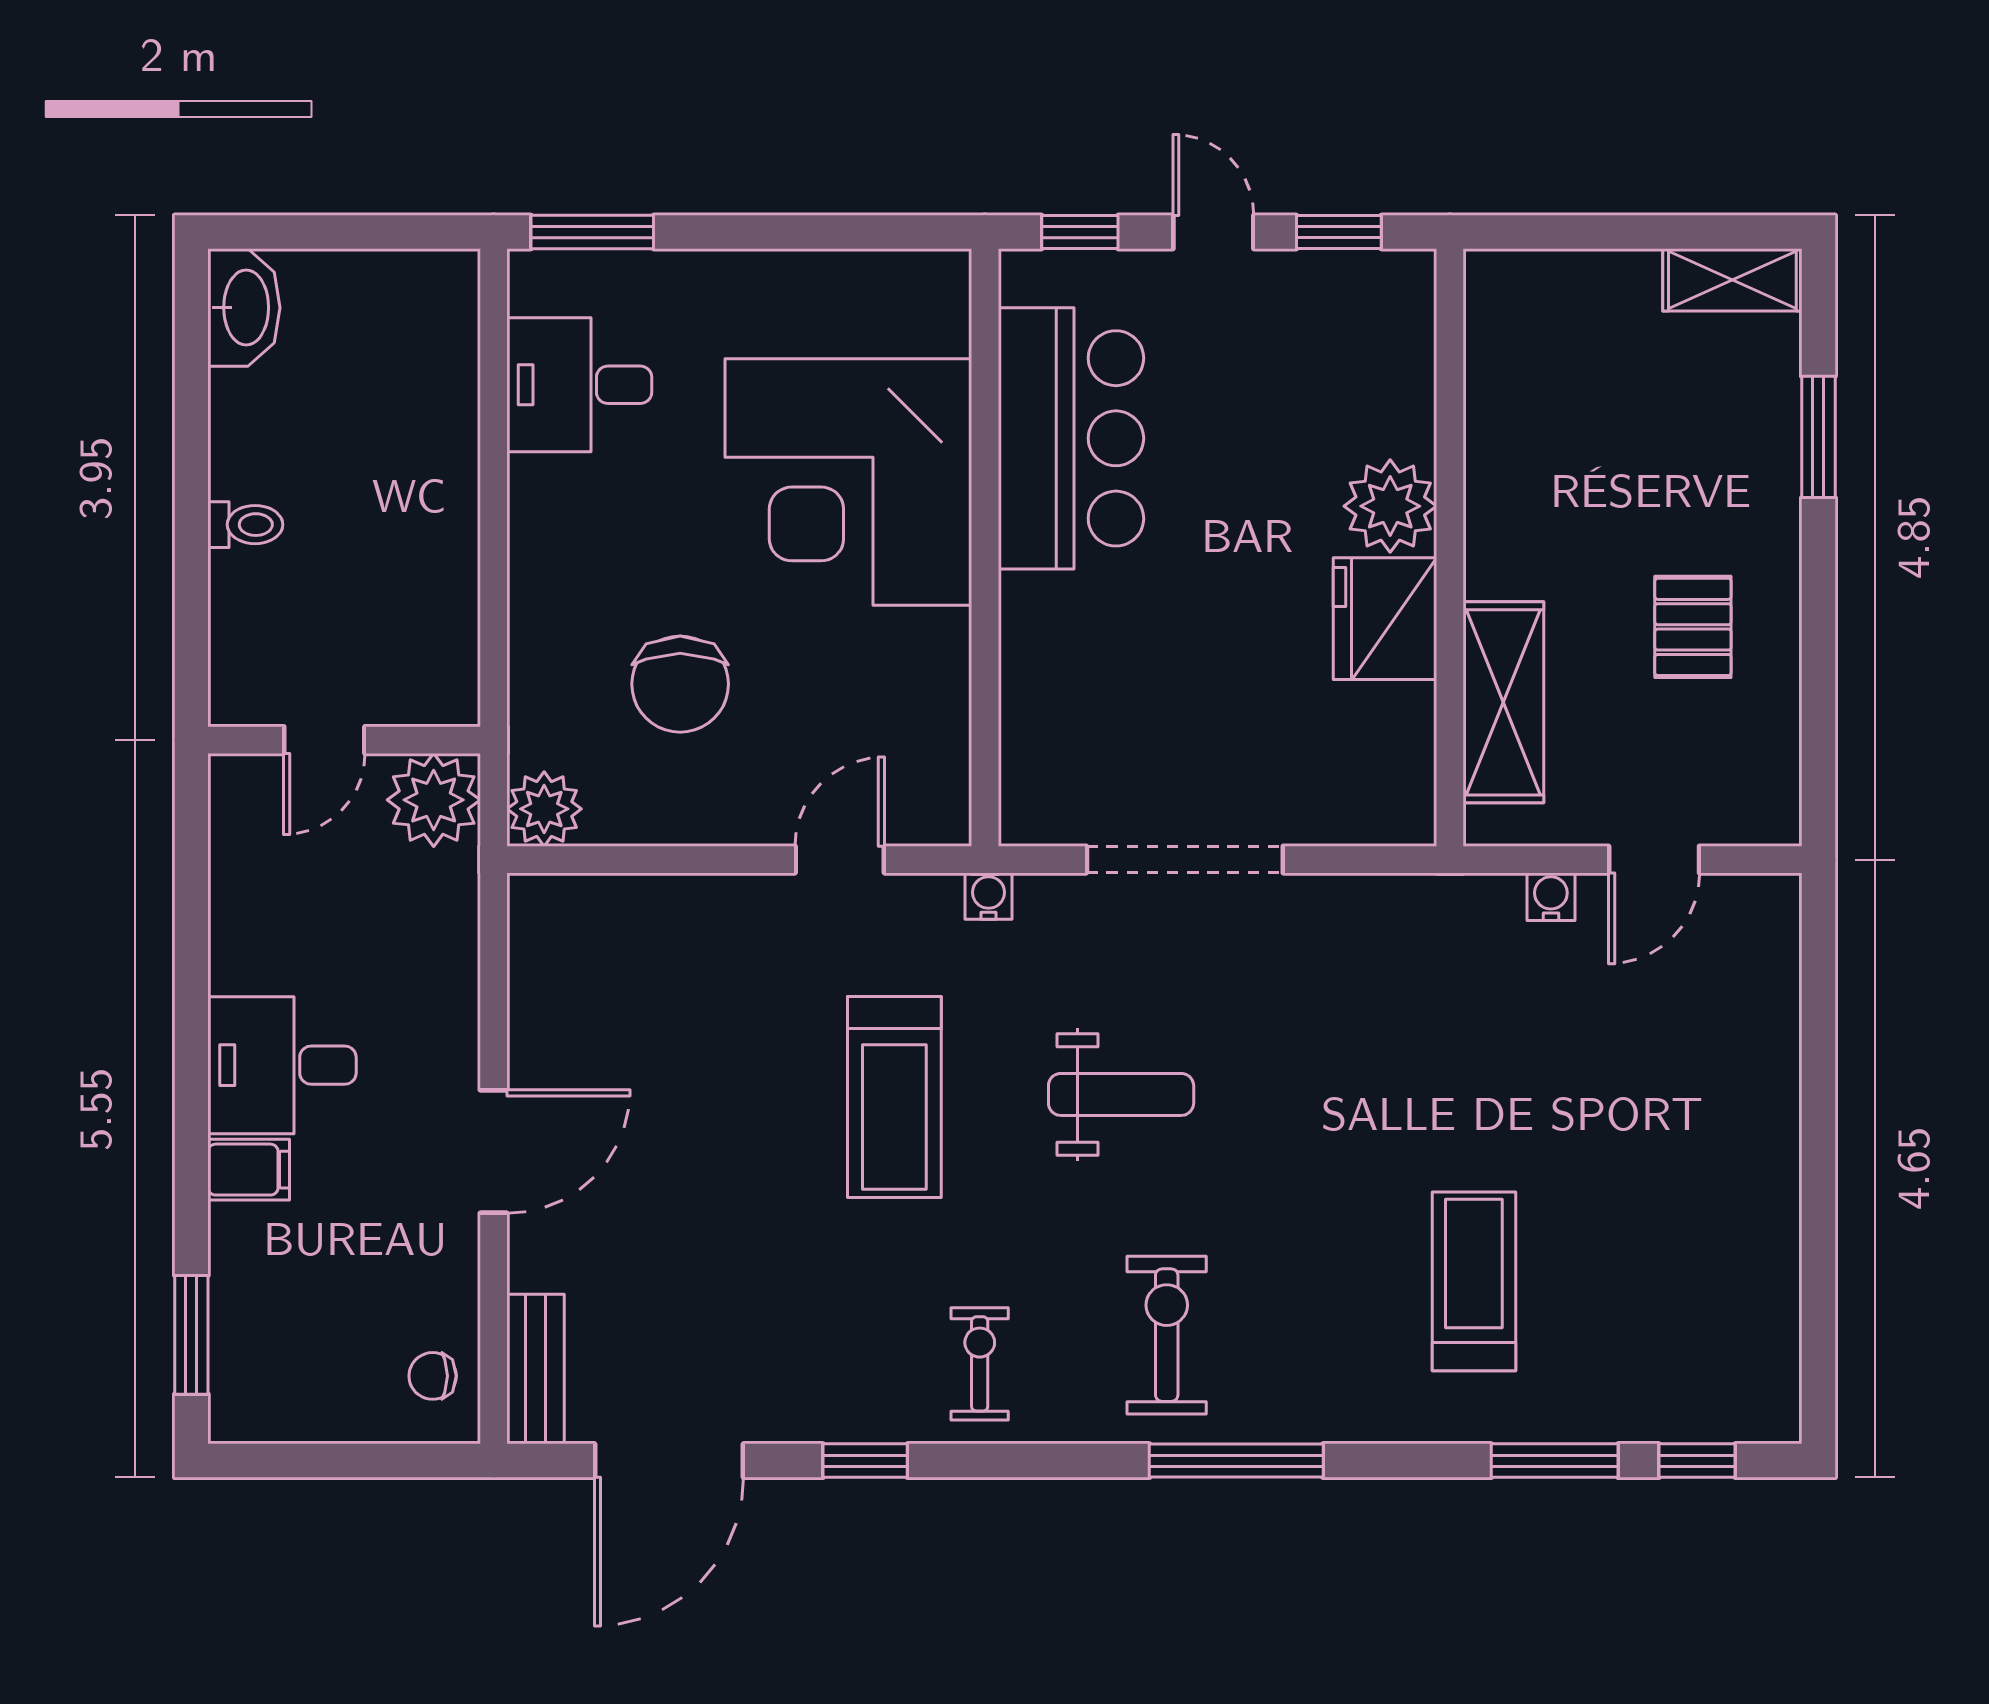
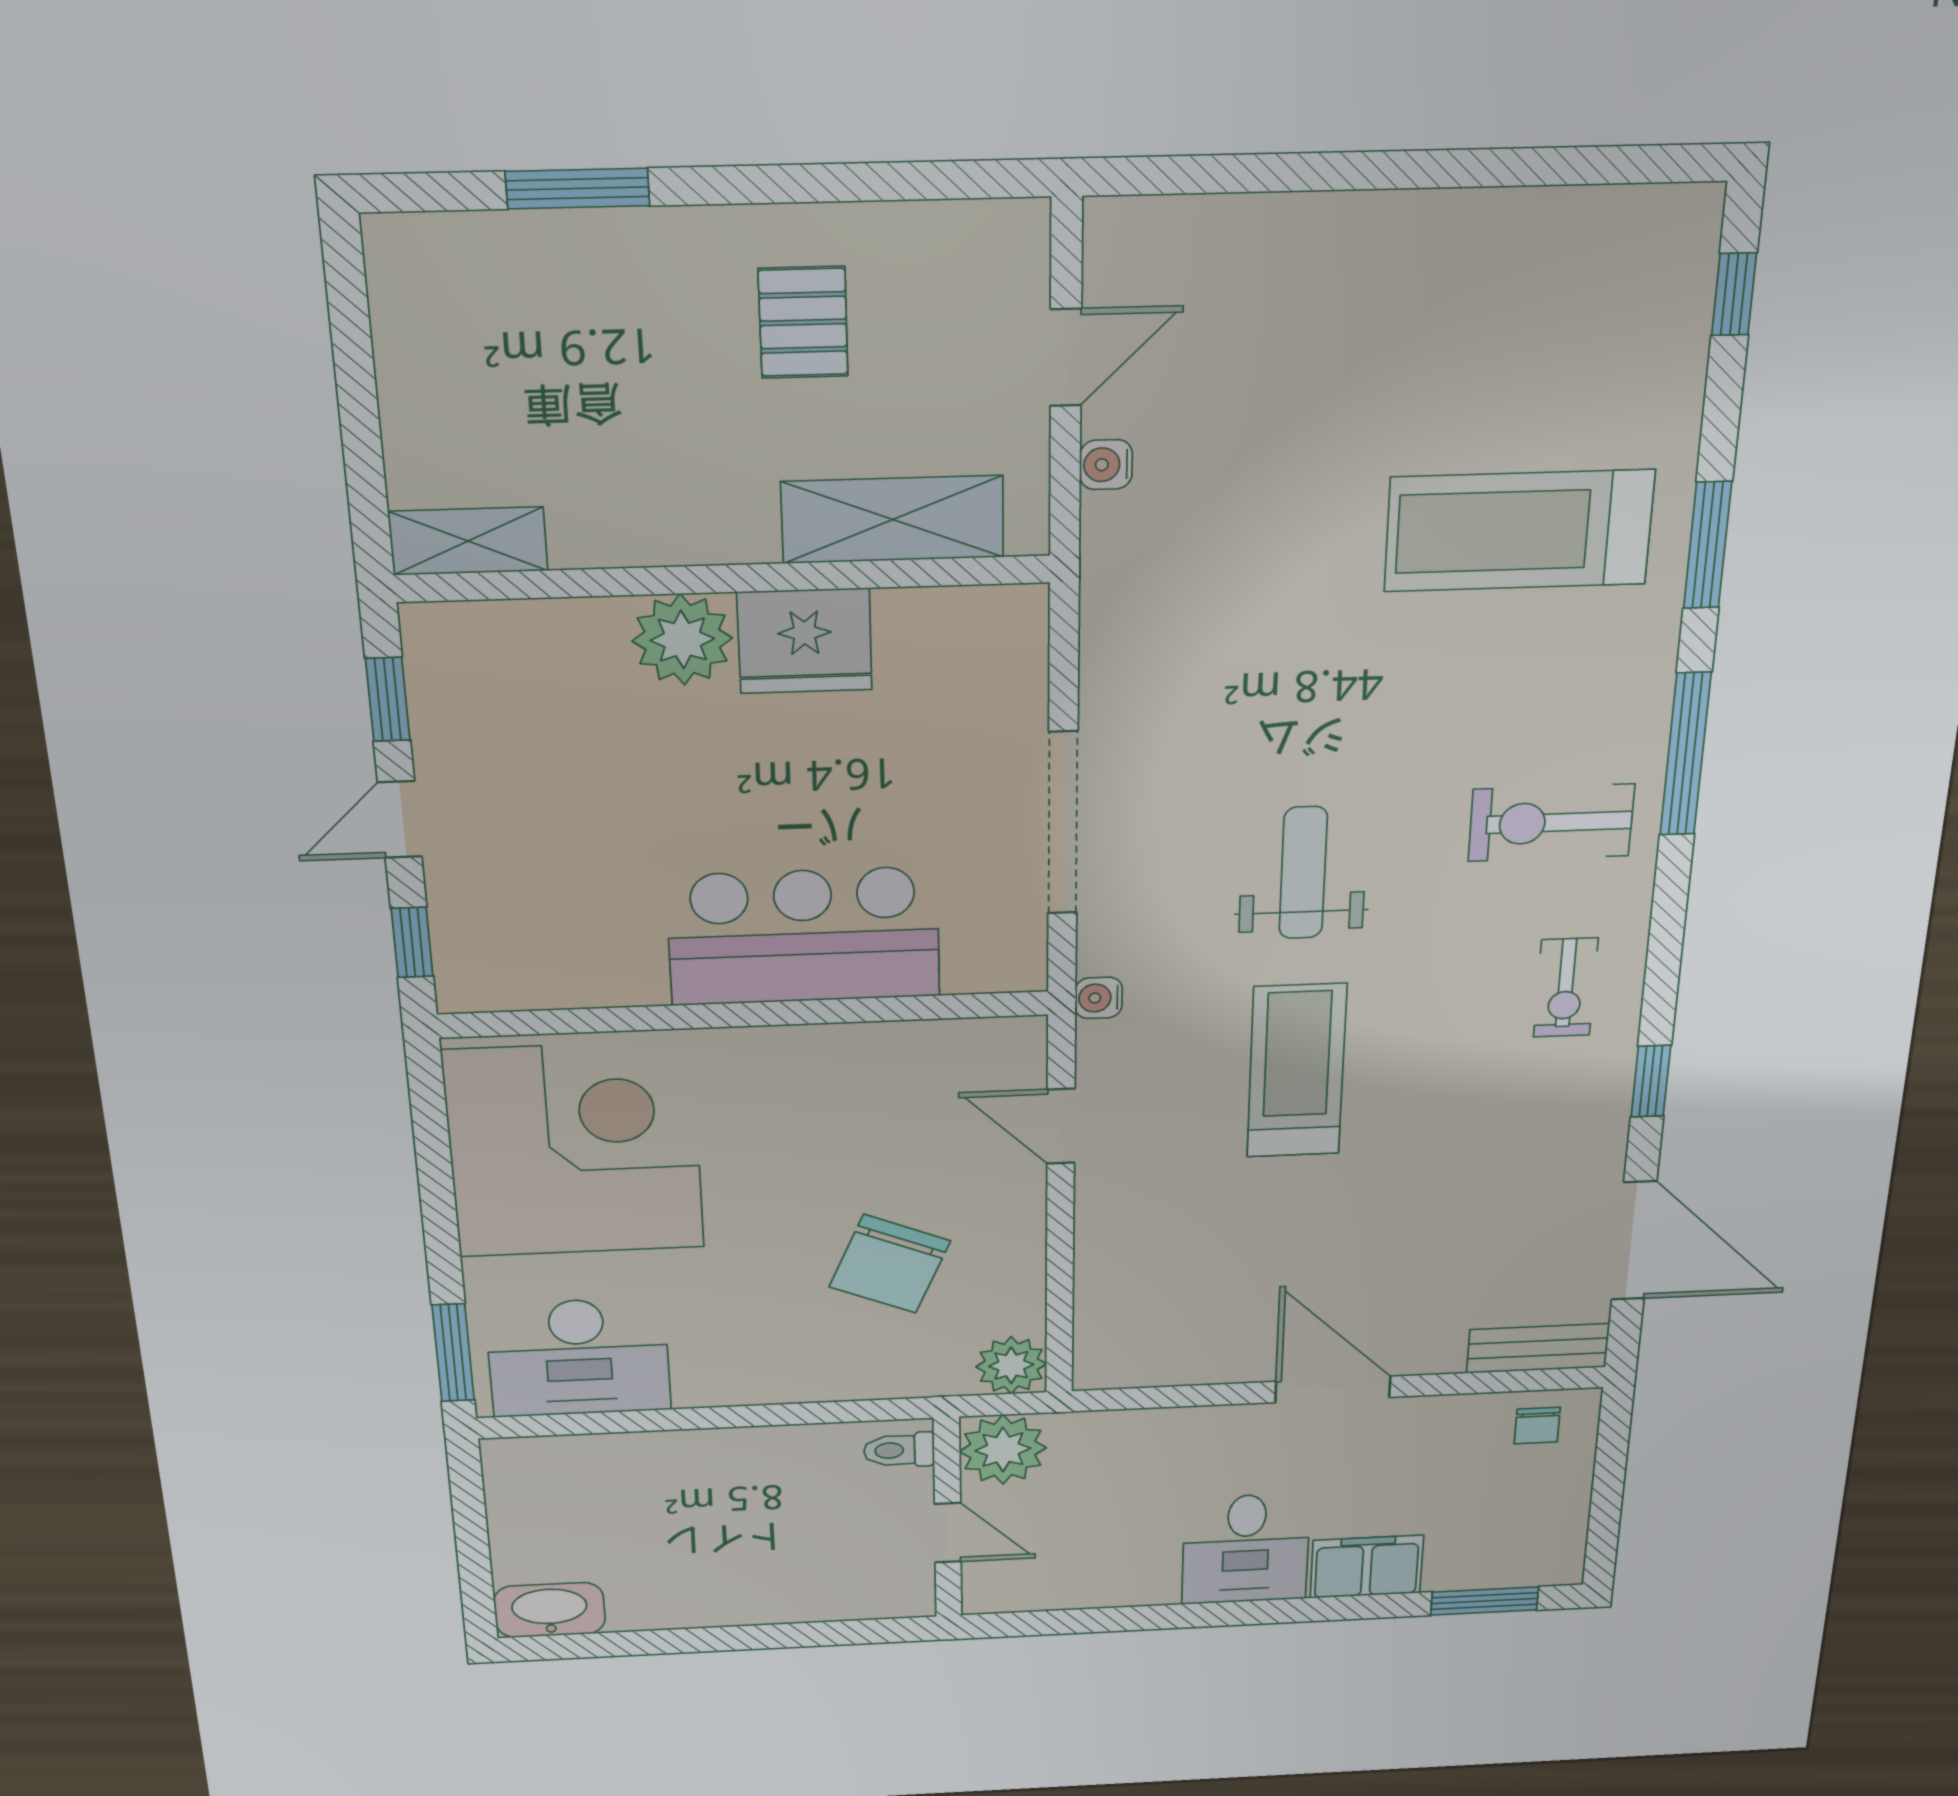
shelving: (1732, 280) -> (468, 541), moved, turned 90
desk: (579, 385) -> (579, 1357), width x1.37
bar counter: (1071, 438) -> (804, 936), moved
corner desk: (848, 482) -> (575, 1150), moved, turned -90
toilet: (245, 525) -> (899, 1450), moved, turned -90
pallet: (1693, 627) -> (803, 322), turned 90
chair: (680, 684) -> (890, 1264), turned 113
door: (1654, 860) -> (1066, 357), hinge flipped
treadmill: (894, 1097) -> (1297, 1071), turned -90
filing cabinet: (249, 1170) -> (1367, 1567), width x2.00
treadmill: (1474, 1281) -> (1519, 531), width x1.37, depth x1.38
exercise bike: (980, 1364) -> (1566, 988), turned -90
window: (1555, 1461) -> (1708, 545), moved

